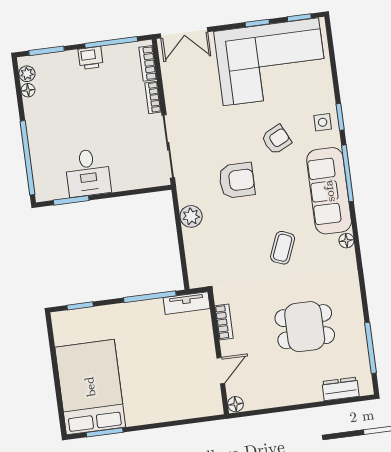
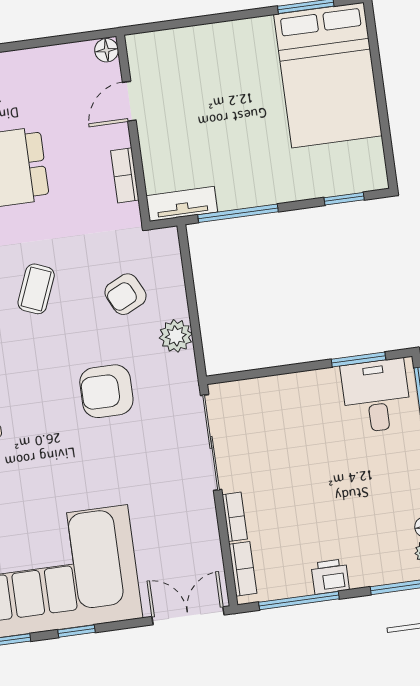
armchair: (276, 140) -> (125, 294), moved
desk: (88, 173) -> (376, 396), moved

